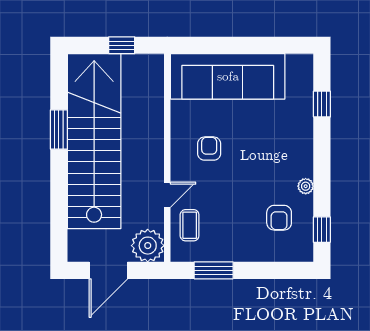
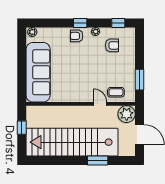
plant: (305, 65) -> (32, 32), added
window: (322, 104) -> (80, 23), moved
window: (59, 130) -> (98, 161), moved
armchair: (209, 149) -> (77, 36), moved

